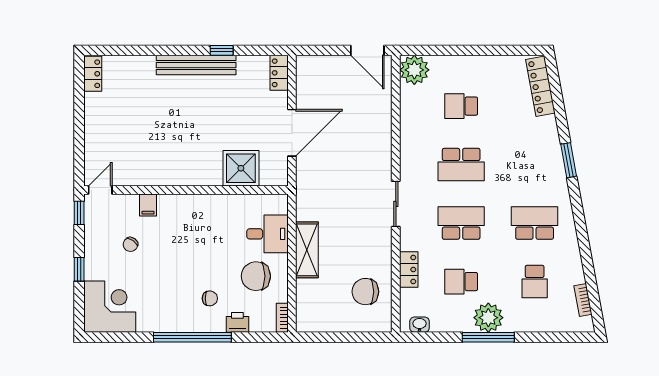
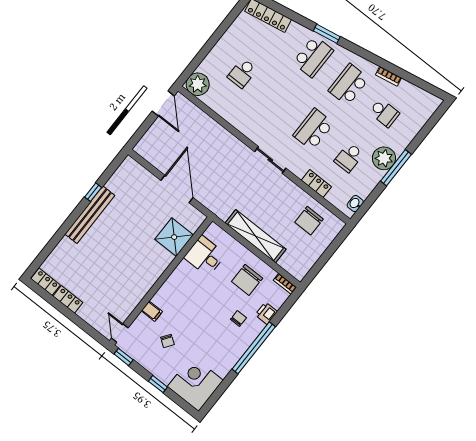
door: (367, 50) -> (163, 103), hinge flipped
locker: (279, 73) -> (68, 299), moved, turned 180
school desk: (461, 165) -> (313, 57), moved
desk: (267, 234) -> (205, 256), moved, turned -90
shelving: (307, 250) -> (256, 236), width x1.47
bookcase: (583, 300) -> (388, 76), moved

